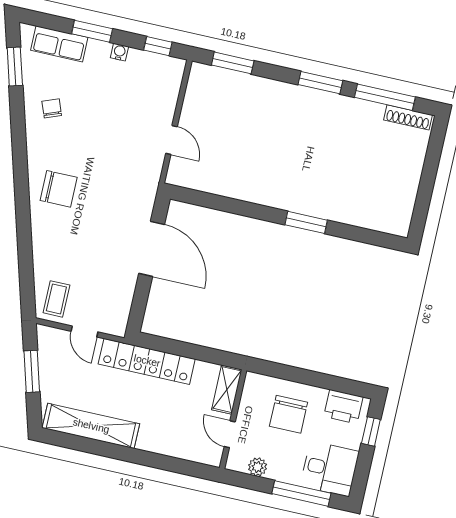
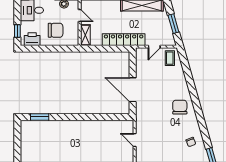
chair: (59, 189) -> (180, 107), turned 90
window: (306, 222) -> (40, 117), moved
door: (84, 332) -> (154, 47), swing flipped
chair: (289, 414) -> (56, 30), turned 90

